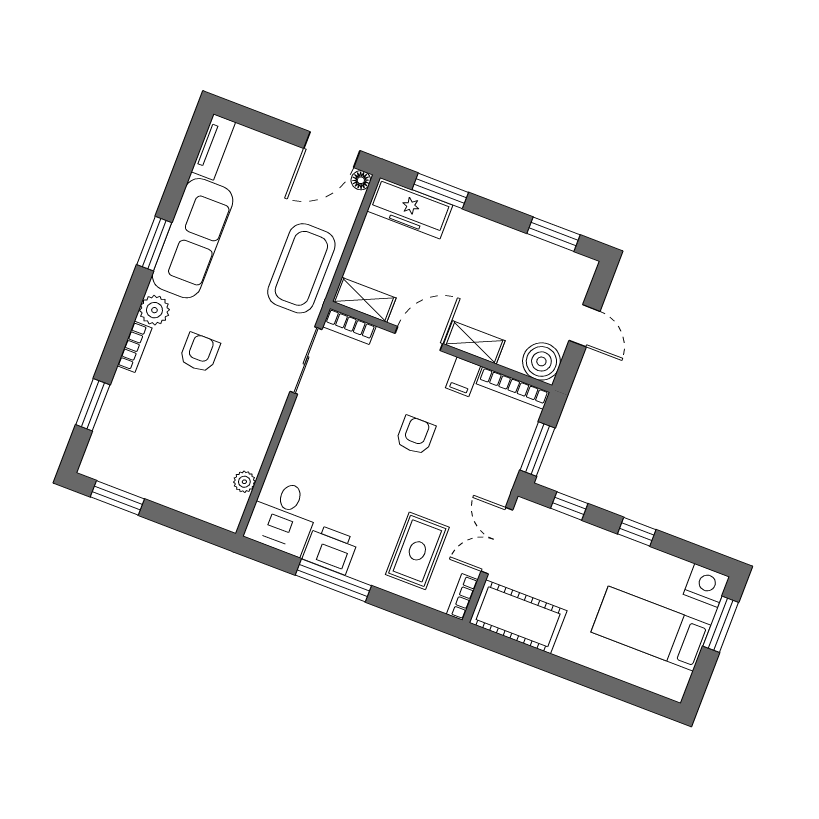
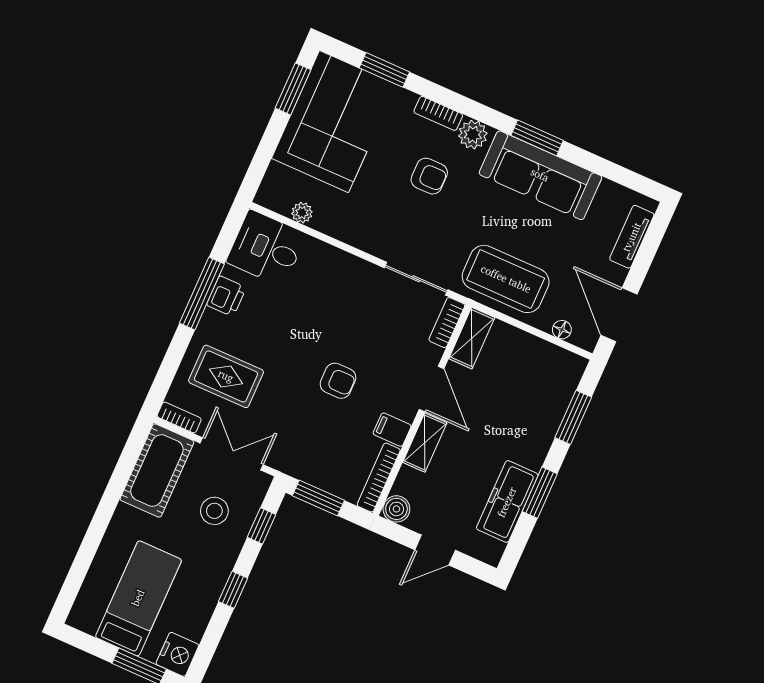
tv unit: (213, 147) -> (632, 237), moved, turned 90
floor lamp: (361, 180) -> (562, 330), moved
freezer: (410, 208) -> (507, 502), moved
window: (554, 234) -> (540, 493), moved
boiler: (541, 361) -> (396, 509), width x0.73, depth x0.73
corner sofa: (149, 454) -> (334, 122), added
printer: (330, 549) -> (226, 296), width x0.73, depth x0.81
stool: (556, 555) -> (214, 511), added

